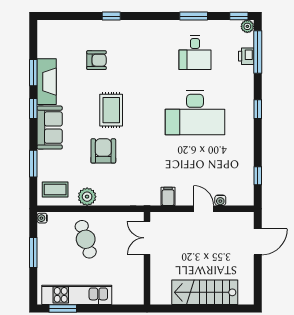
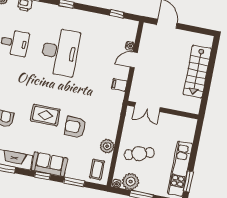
window: (33, 108) -> (43, 176), moved
plant: (48, 235) -> (131, 182), added

